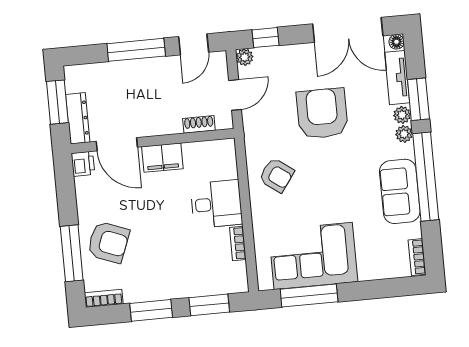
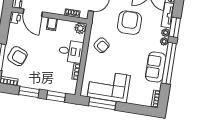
plant: (224, 151) -> (80, 28), added
filing cabinet: (162, 158) -> (52, 24), width x0.50

